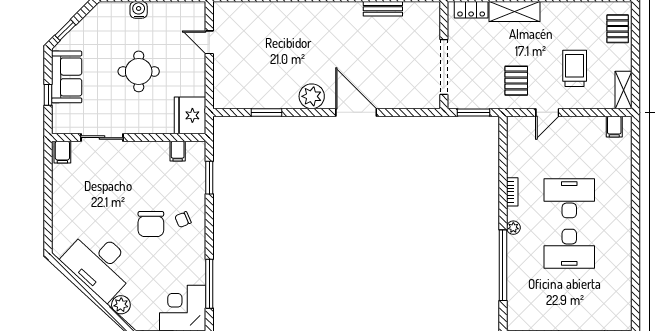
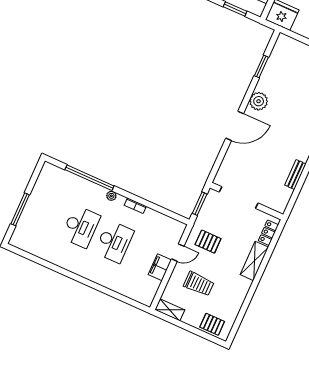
door: (547, 112) -> (178, 253), swing flipped
filing cabinet: (614, 127) -> (160, 267), moved, width x2.00
desk: (569, 249) -> (81, 227), turned 180

